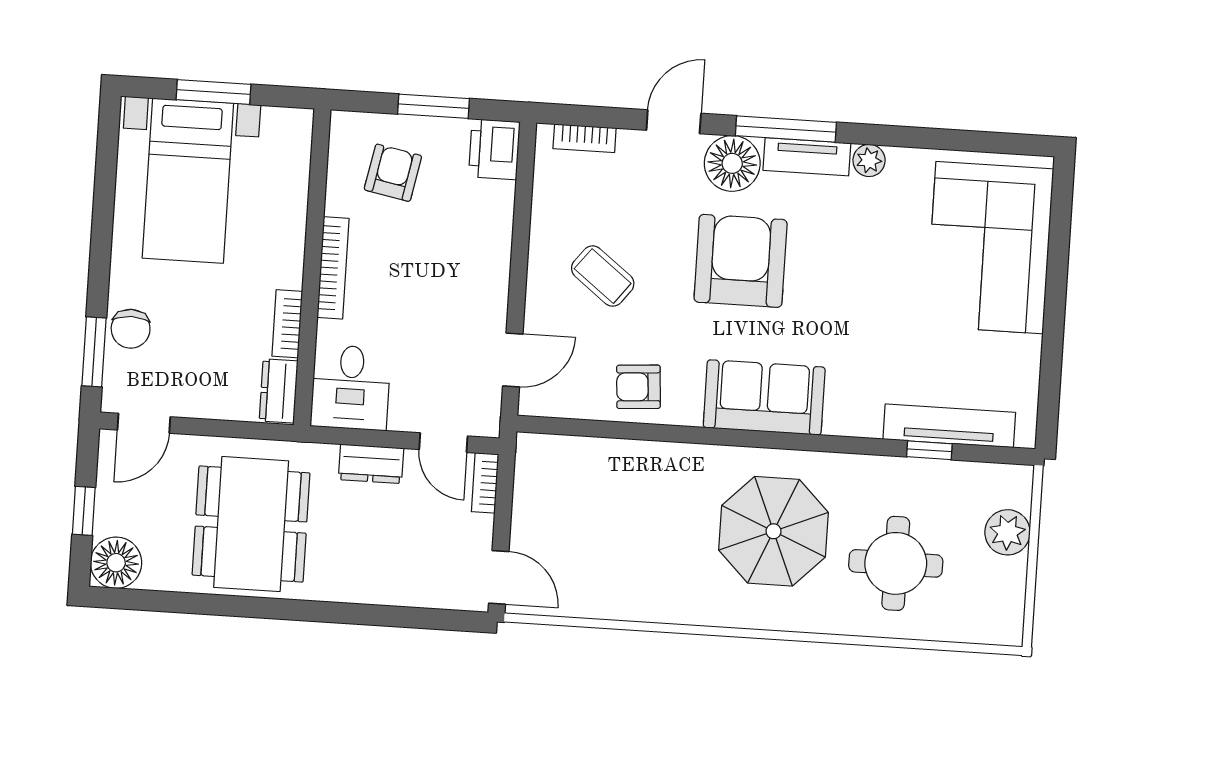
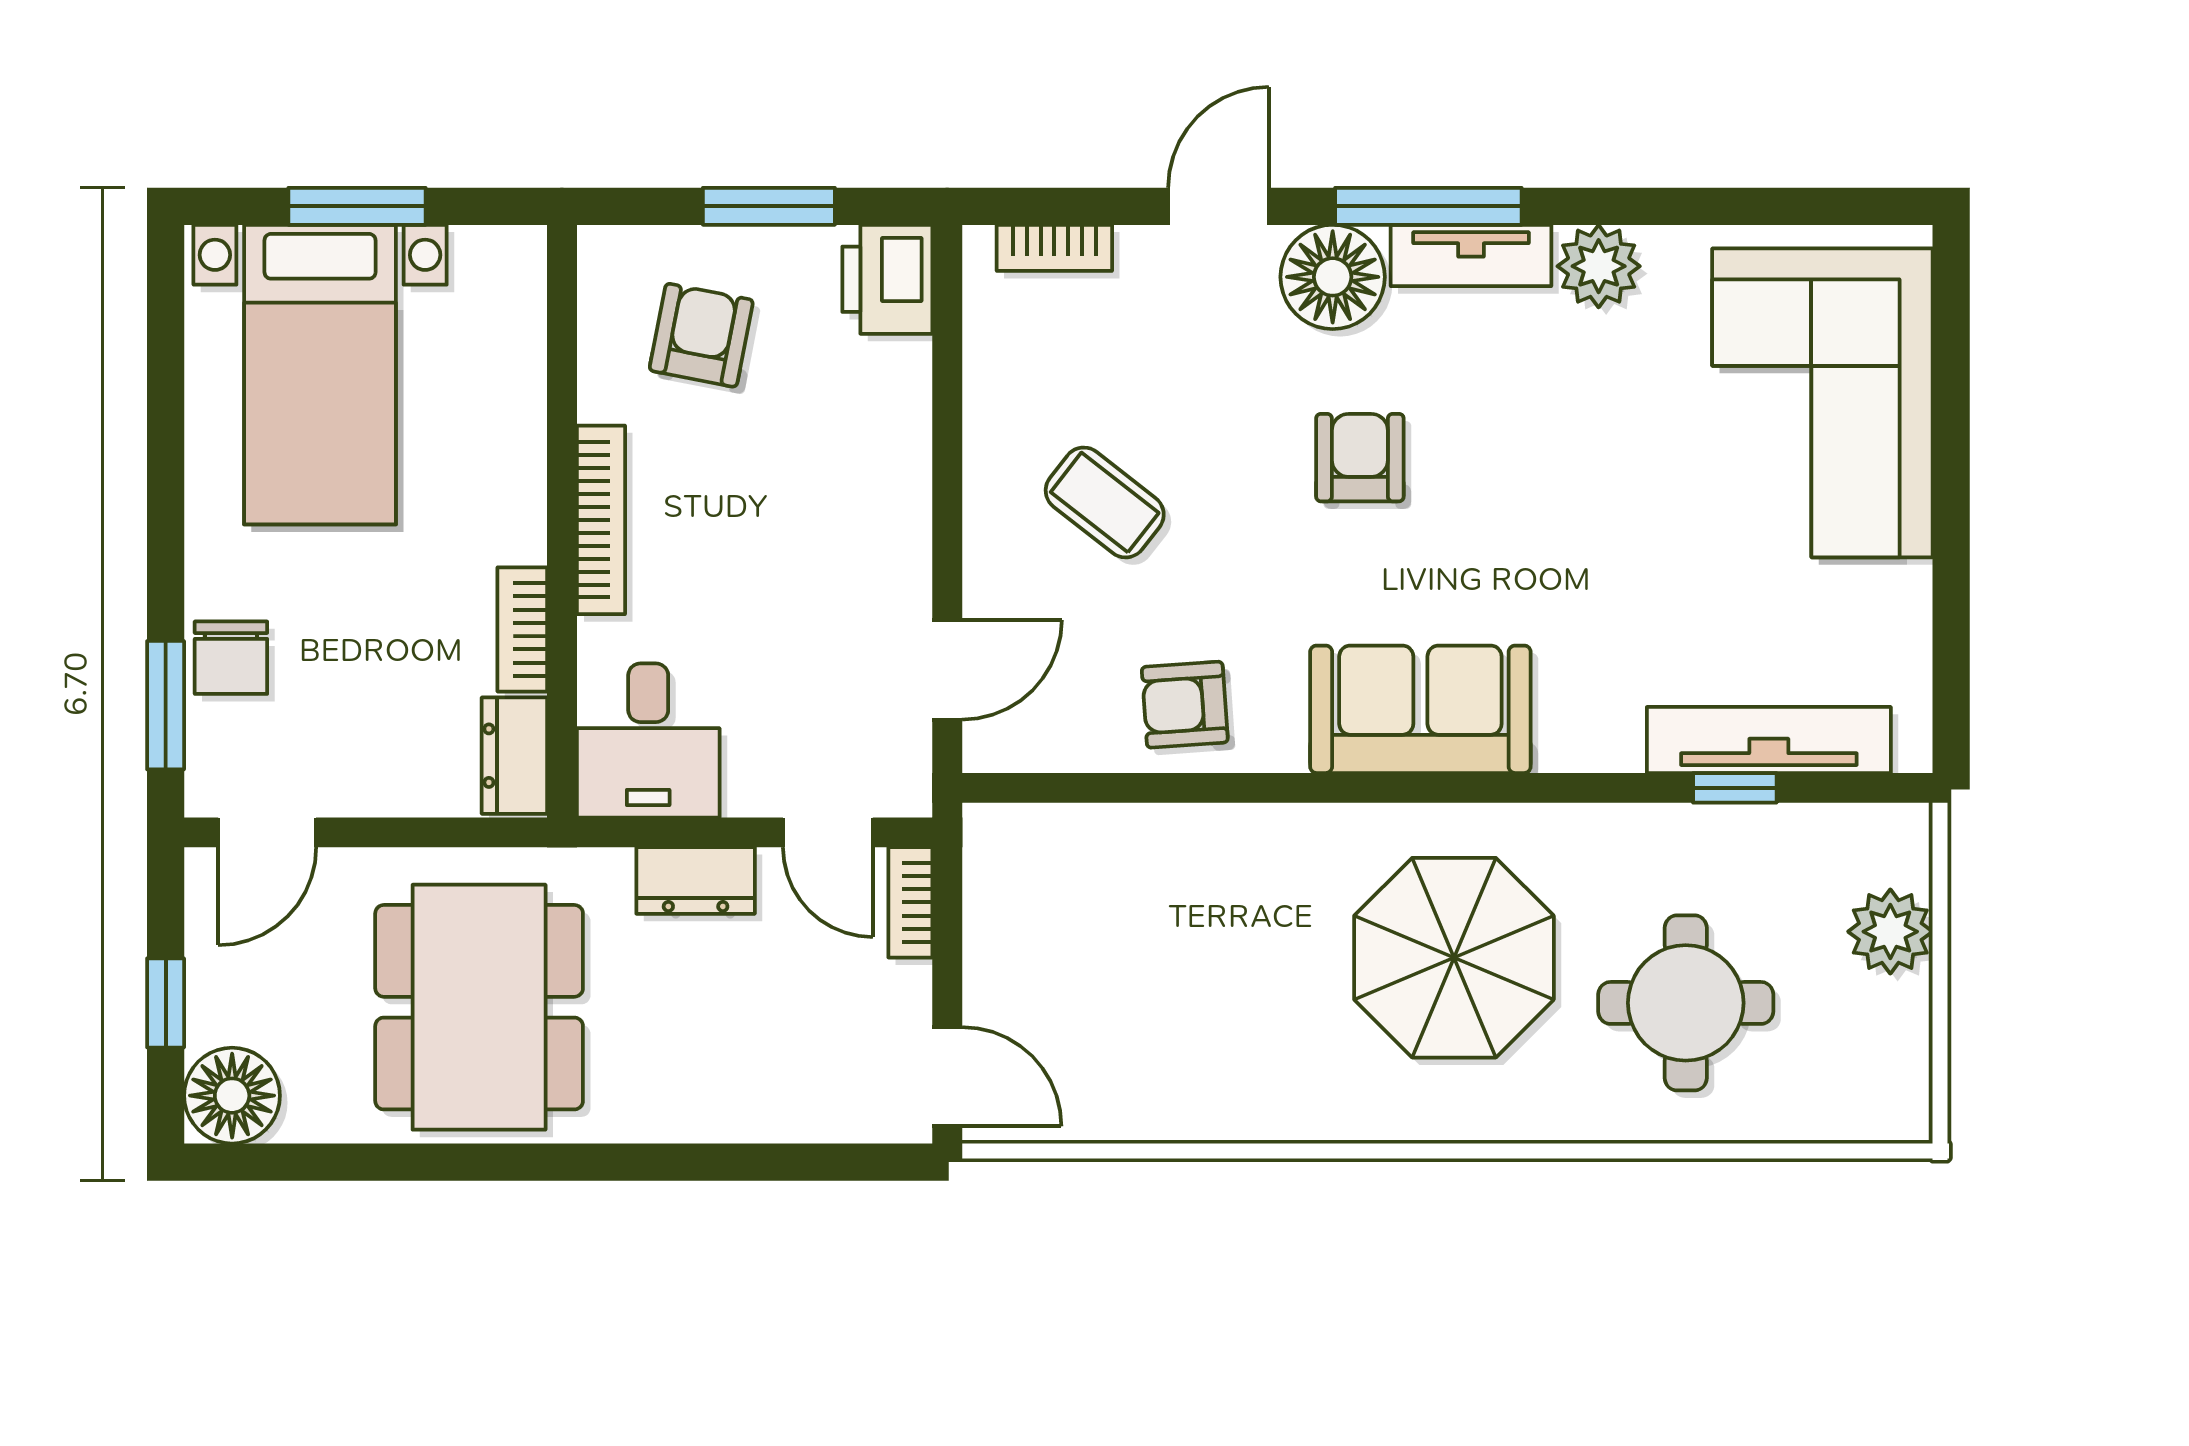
plant: (869, 160) -> (1599, 266), width x1.38, depth x1.38
armchair: (741, 261) -> (1360, 458), width x0.53, depth x0.53

